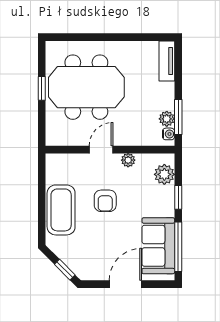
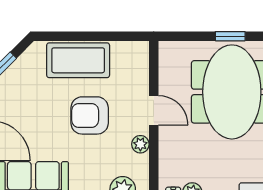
armchair: (105, 201) -> (90, 115), width x1.38, depth x1.38

